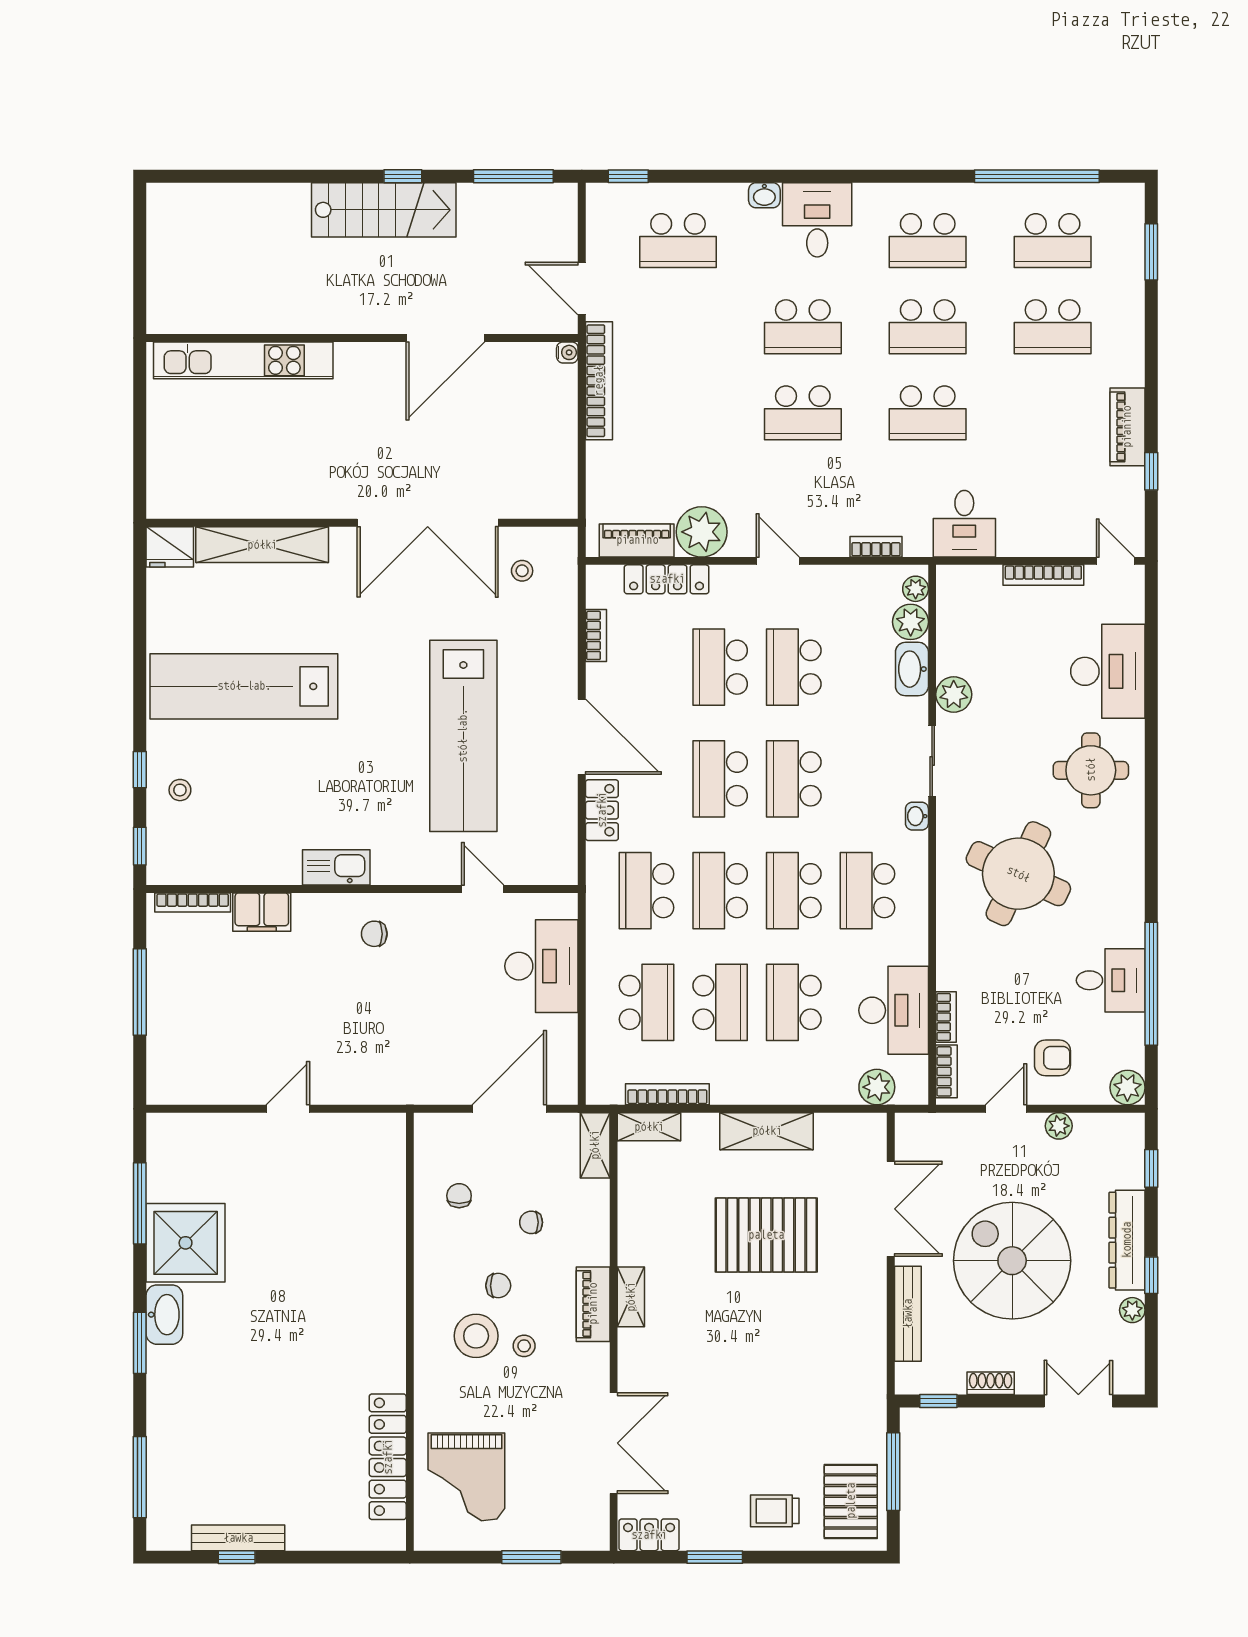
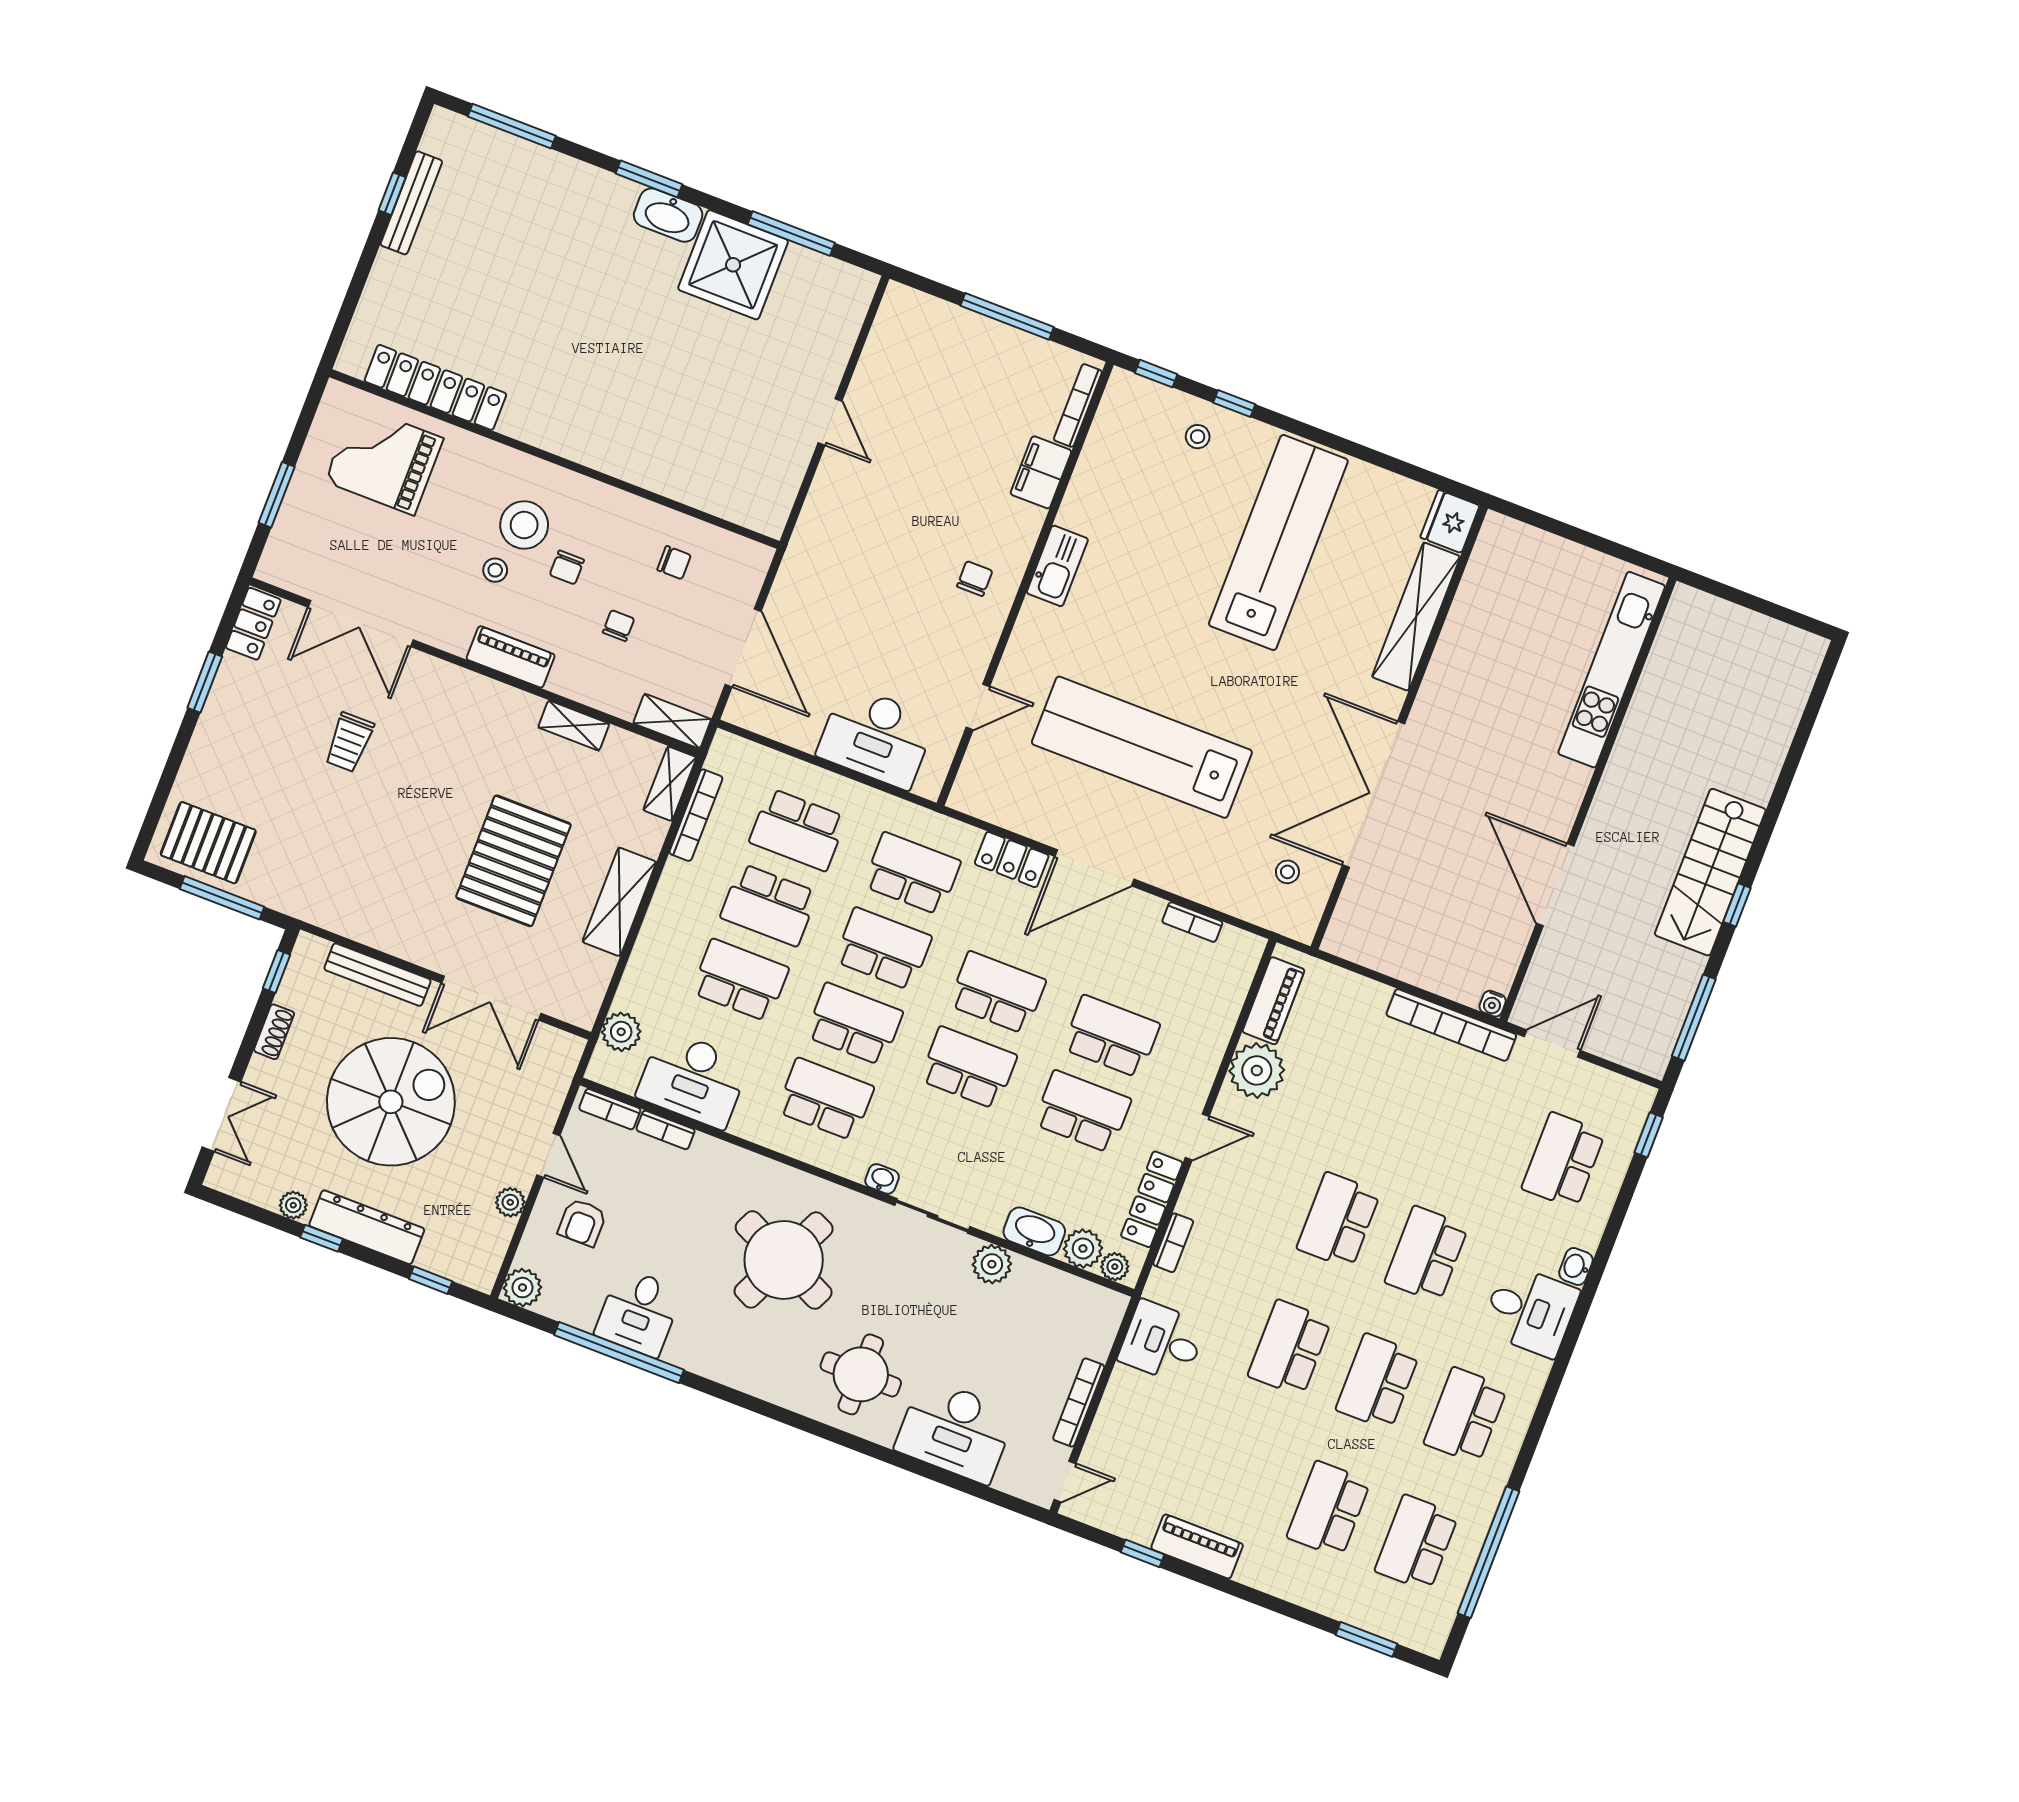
locker: (667, 579) -> (1152, 1199), moved
shelving: (631, 1297) -> (574, 726), moved
trolley: (775, 1511) -> (349, 742), moved, turned 180

